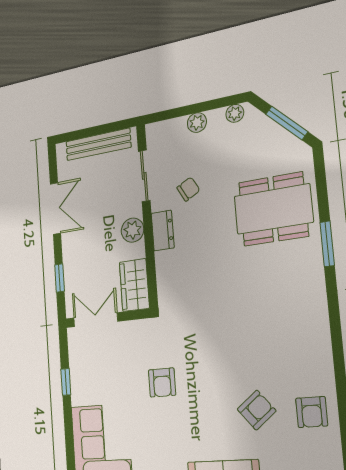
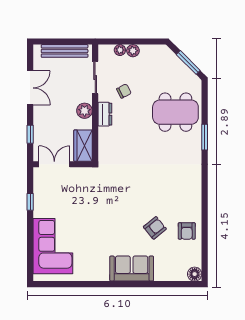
plant: (235, 113) -> (120, 50), moved
armchair: (162, 382) -> (97, 207), removed

